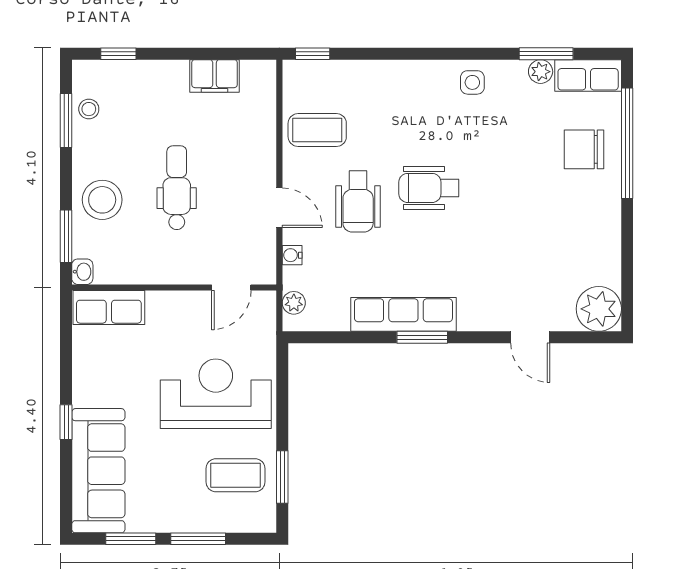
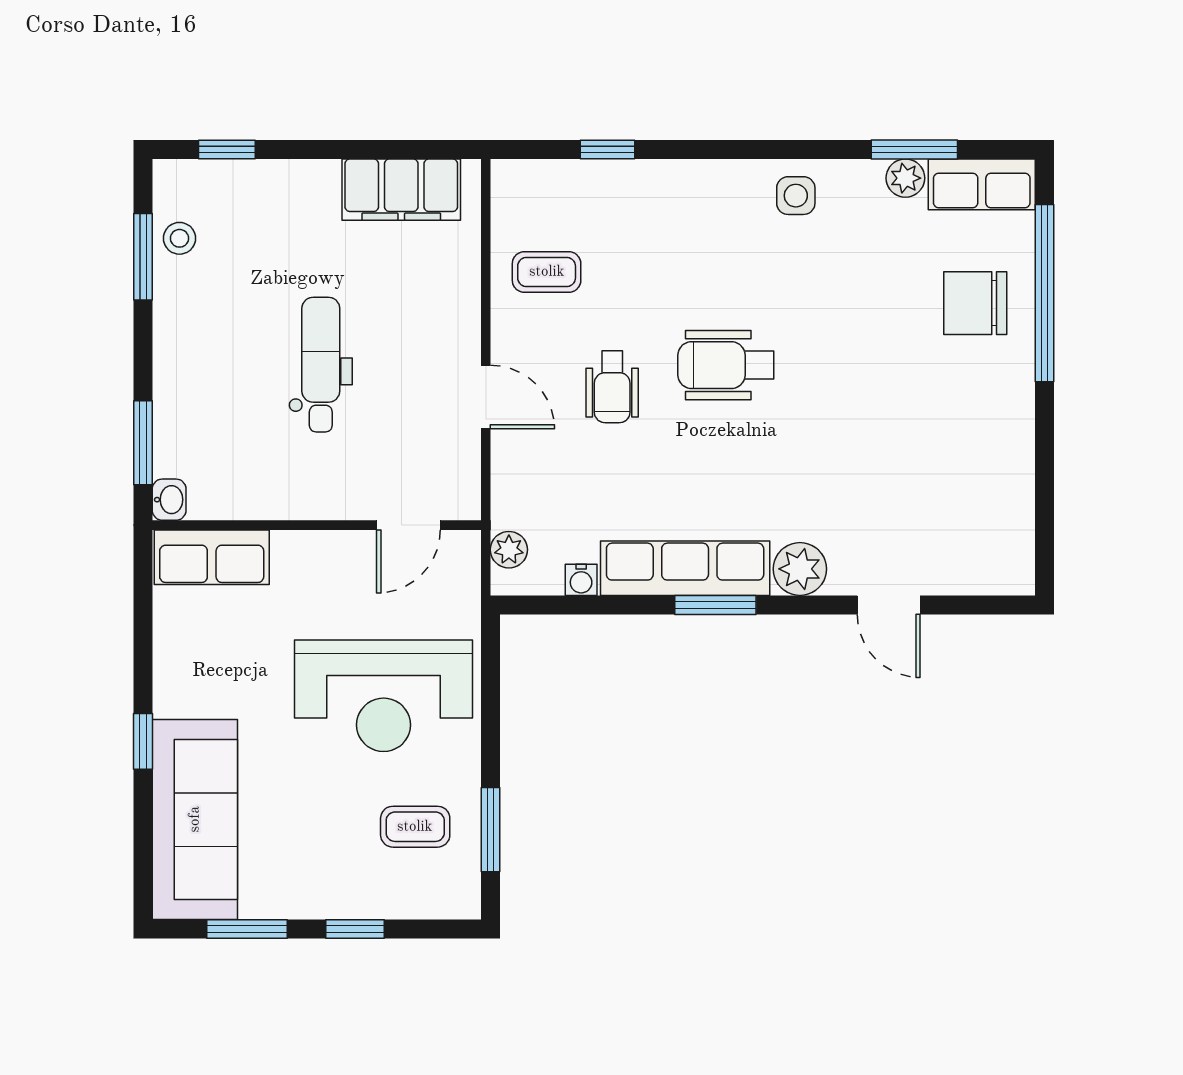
window: (313, 54) -> (608, 149), moved
filing cabinet: (215, 76) -> (401, 190), width x1.50, depth x1.17
coffee table: (317, 130) -> (547, 272), width x0.73, depth x0.77
stool: (102, 200) -> (201, 384), removed
wheelchair: (358, 202) -> (612, 387), width x0.73, depth x0.73
water cooler: (292, 255) -> (581, 580), moved, turned -90
plant: (599, 309) -> (800, 569), moved, width x0.73, depth x0.73
reception desk: (216, 394) -> (384, 696), turned 180
coffee table: (235, 475) -> (415, 827), width x0.73, depth x0.77
window: (198, 539) -> (355, 929), width x0.67

